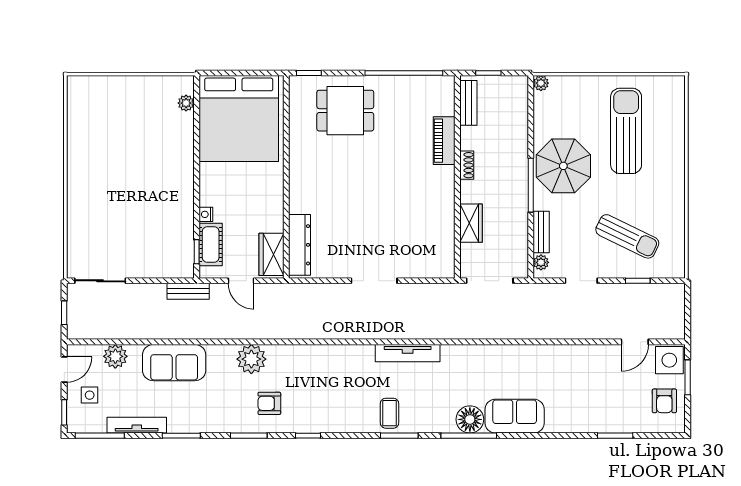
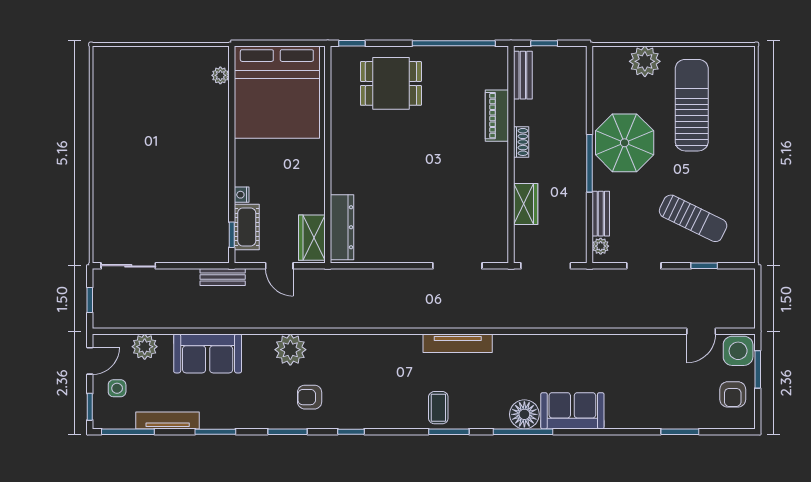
plant: (541, 83) -> (645, 61), moved, width x1.87, depth x1.87
doorway: (374, 281) -> (457, 266), moved

